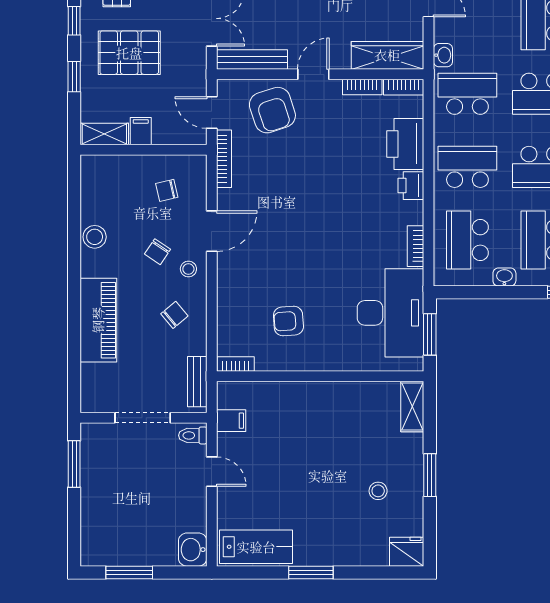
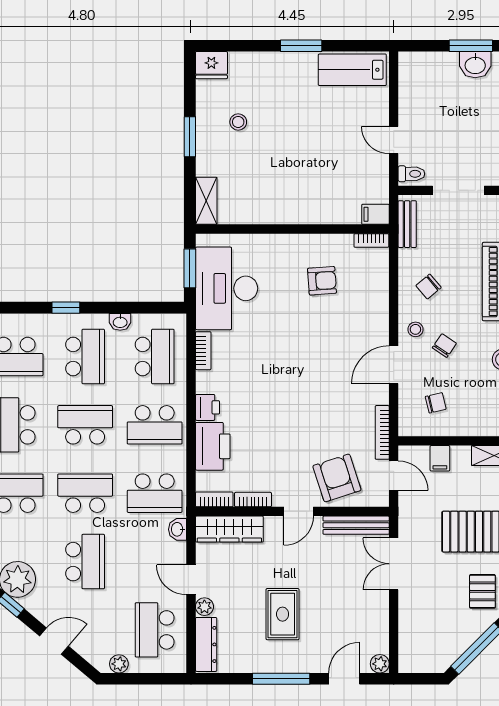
filing cabinet: (141, 131) -> (440, 458), moved
filing cabinet: (231, 421) -> (375, 214), moved
washbasin: (193, 550) -> (475, 65), moved, turned 90

